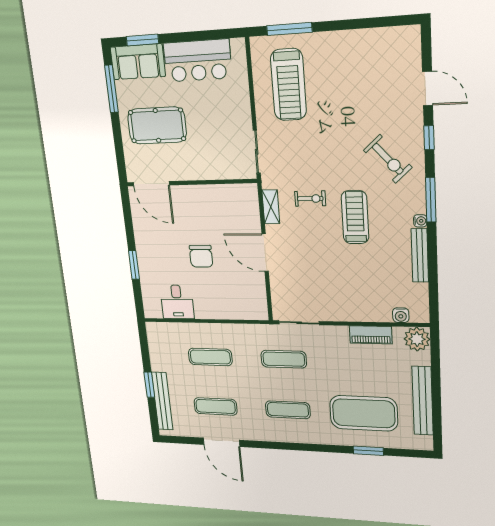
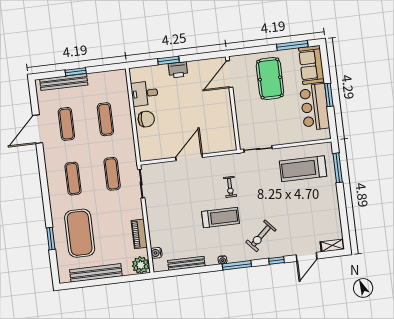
window: (142, 40) -> (329, 95), moved
shelving: (271, 207) -> (332, 245), moved
printer: (146, 254) -> (178, 70), added
bench: (420, 255) -> (186, 263), moved
chair: (201, 256) -> (146, 119), moved, turned 180

